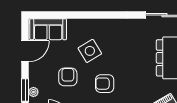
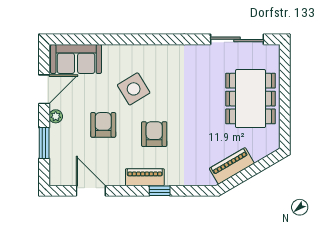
armchair: (105, 84) -> (154, 134), turned 90
plant: (33, 92) -> (56, 116), moved

